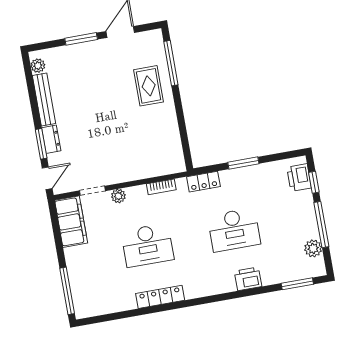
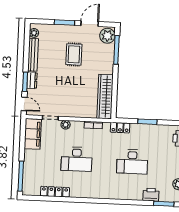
plant: (152, 44) -> (107, 36), added
rug: (149, 86) -> (74, 54), moved
wardrobe: (169, 139) -> (105, 96), added
door: (47, 178) -> (24, 104), hinge flipped
printer: (248, 279) -> (151, 195), moved
locker: (160, 297) -> (55, 192), moved

